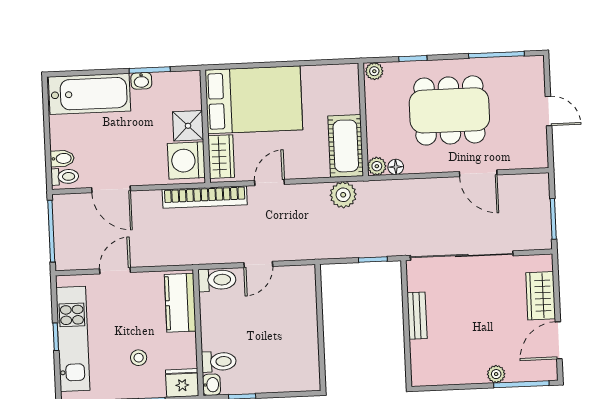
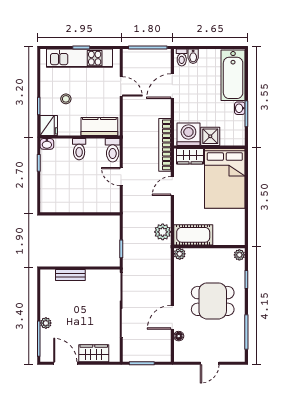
dining table: (449, 110) -> (213, 301), width x0.73
floor lamp: (396, 167) -> (179, 336), moved
door: (269, 182) -> (172, 186), swing flipped
bench: (417, 316) -> (70, 275), moved
toilet: (219, 362) -> (79, 149), moved

